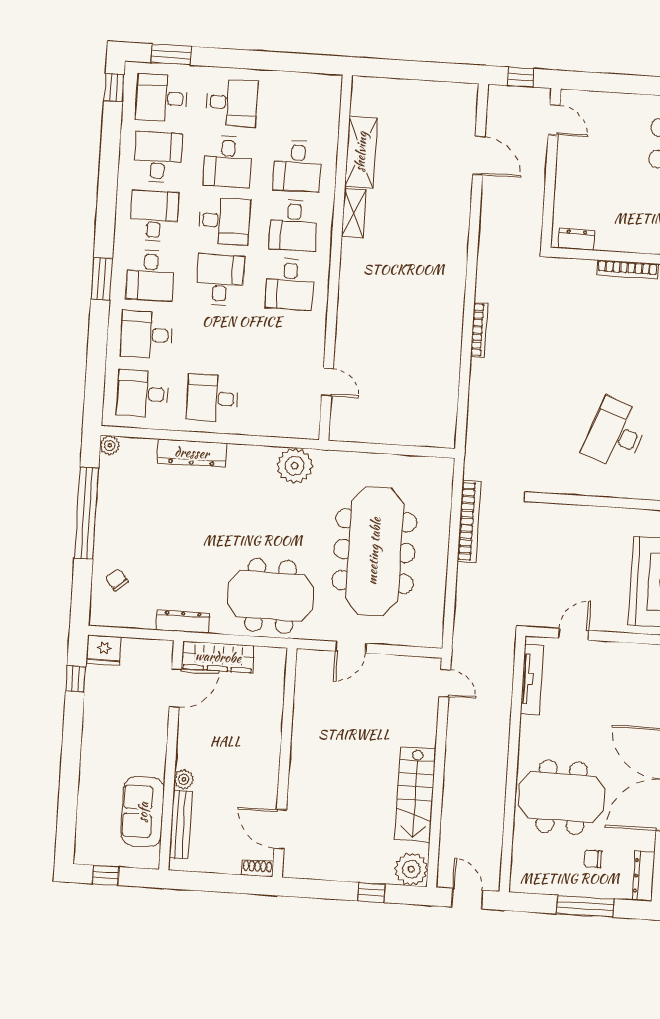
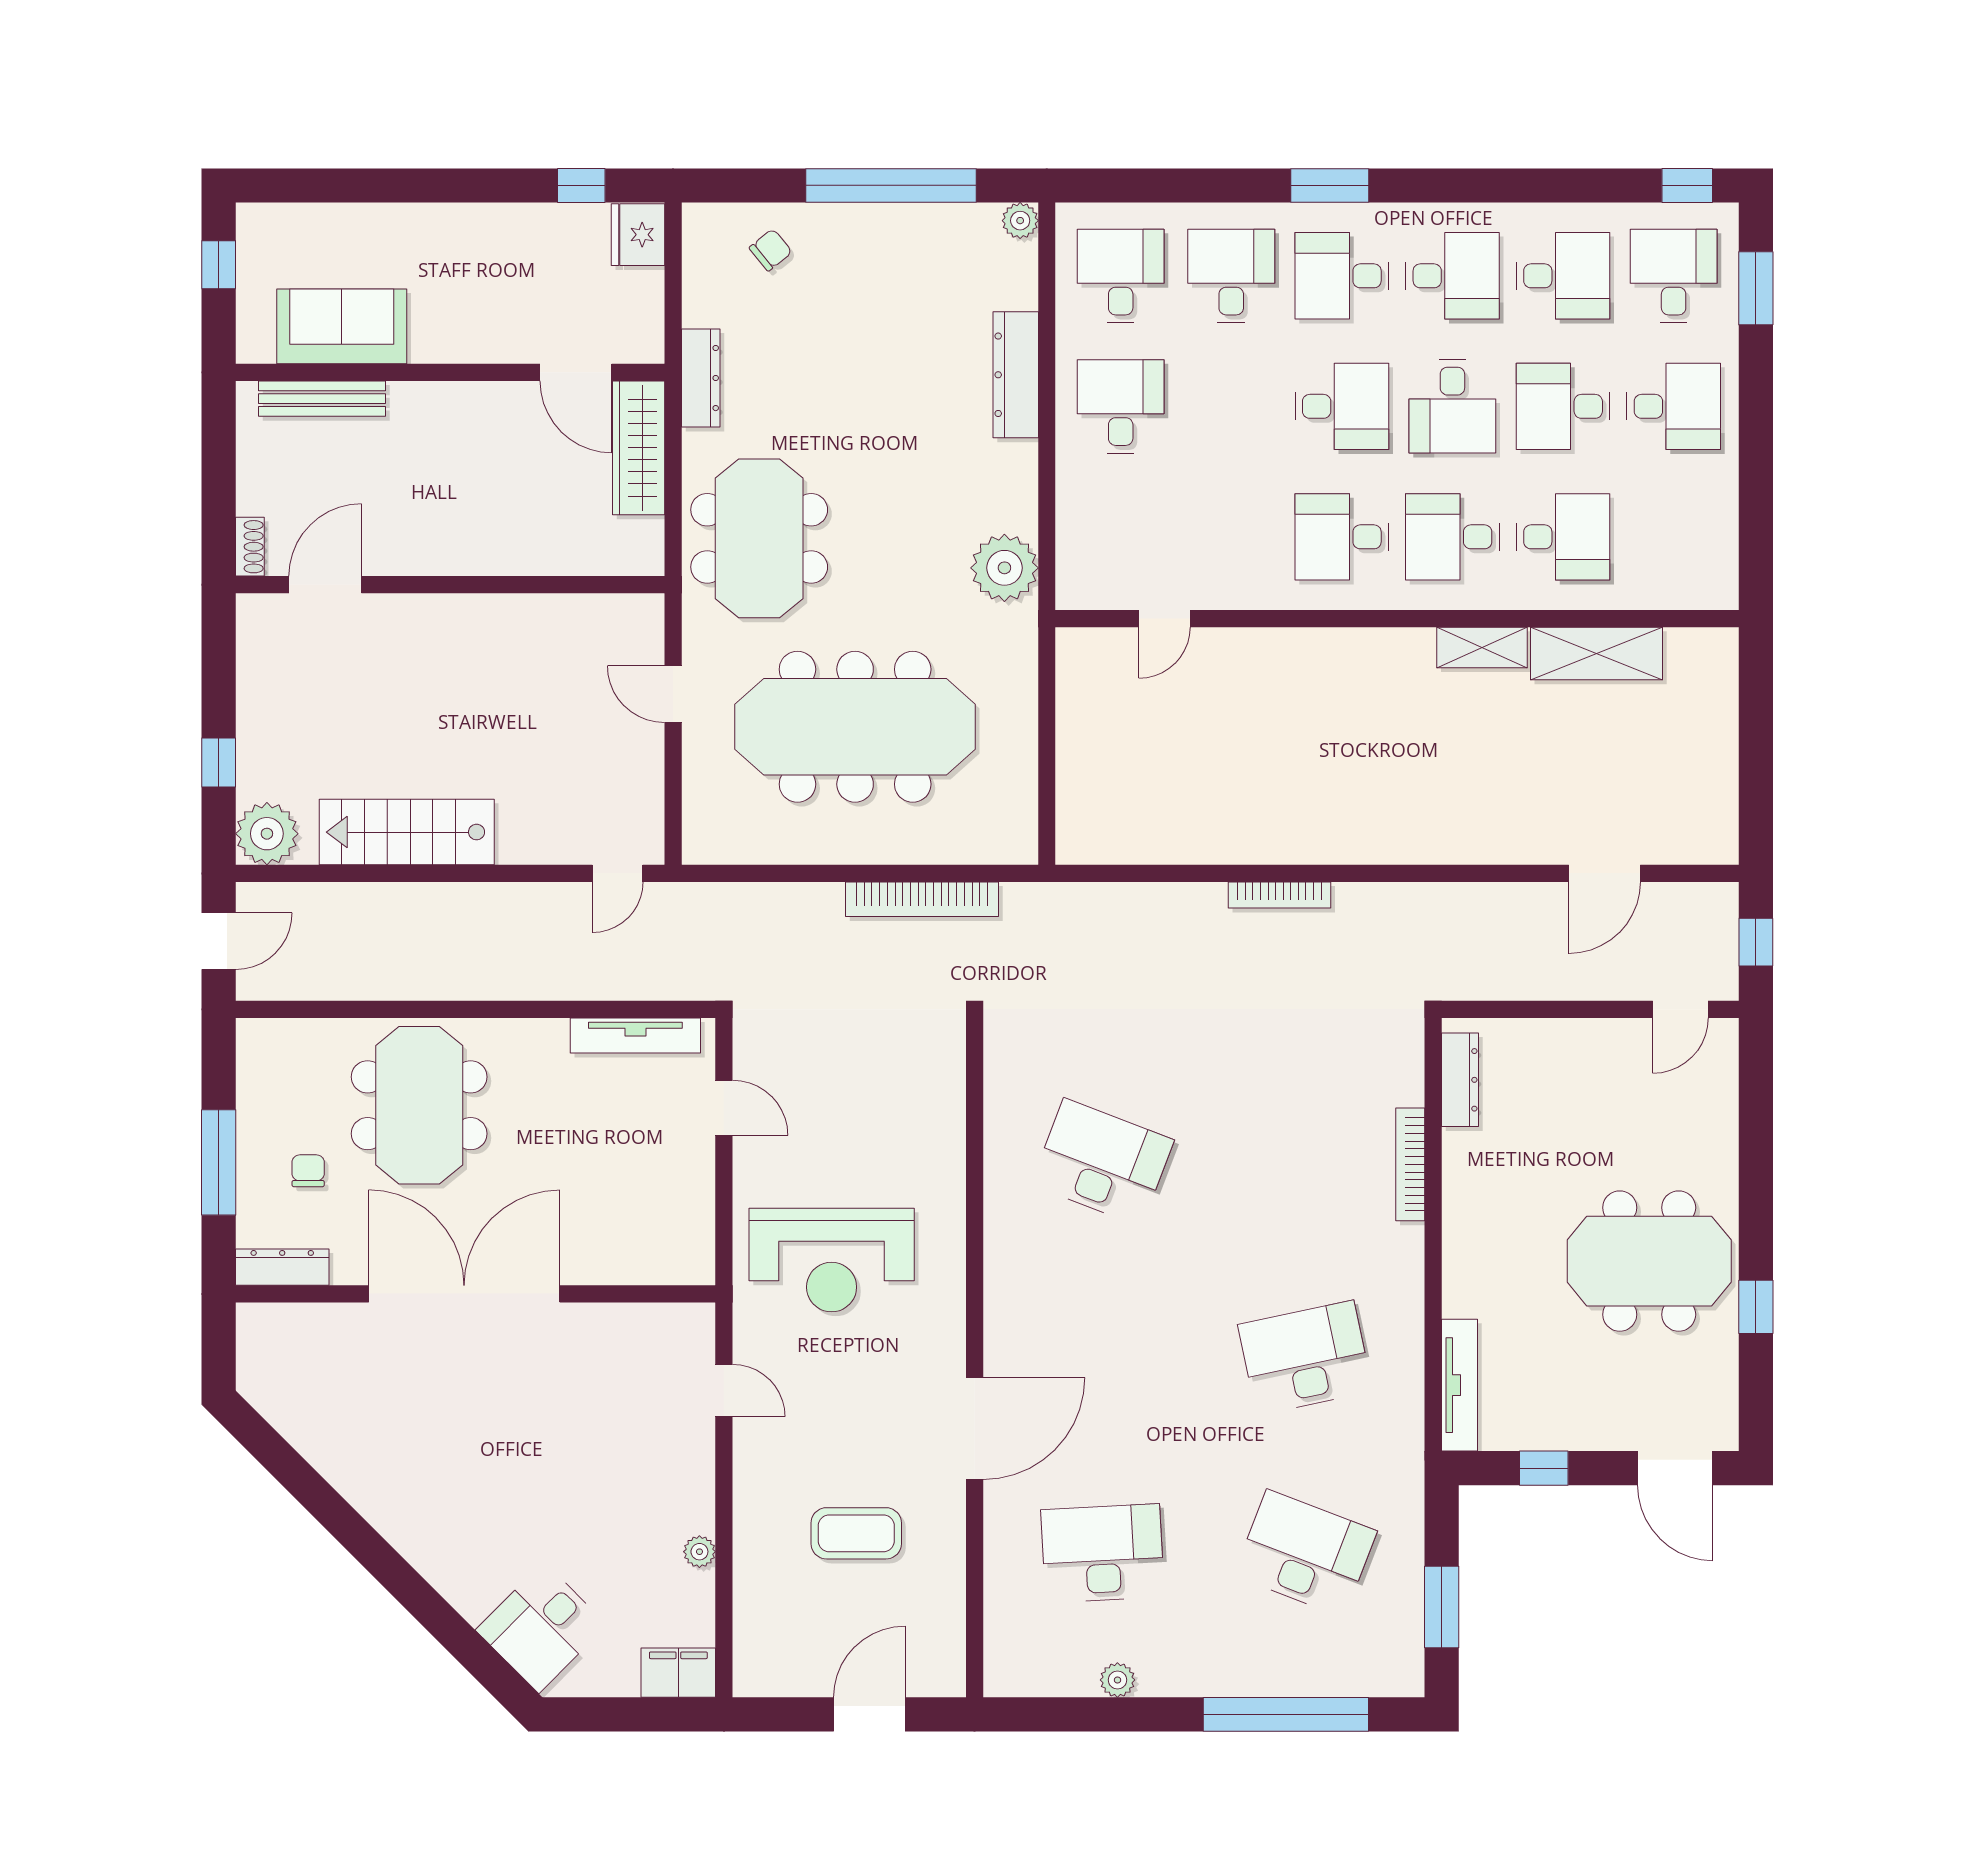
desk: (232, 103) -> (1674, 406), turned -90
desk: (297, 166) -> (1563, 537), turned 180
dresser: (576, 239) -> (1460, 1080), width x1.44
plant: (184, 779) -> (407, 399), removed

